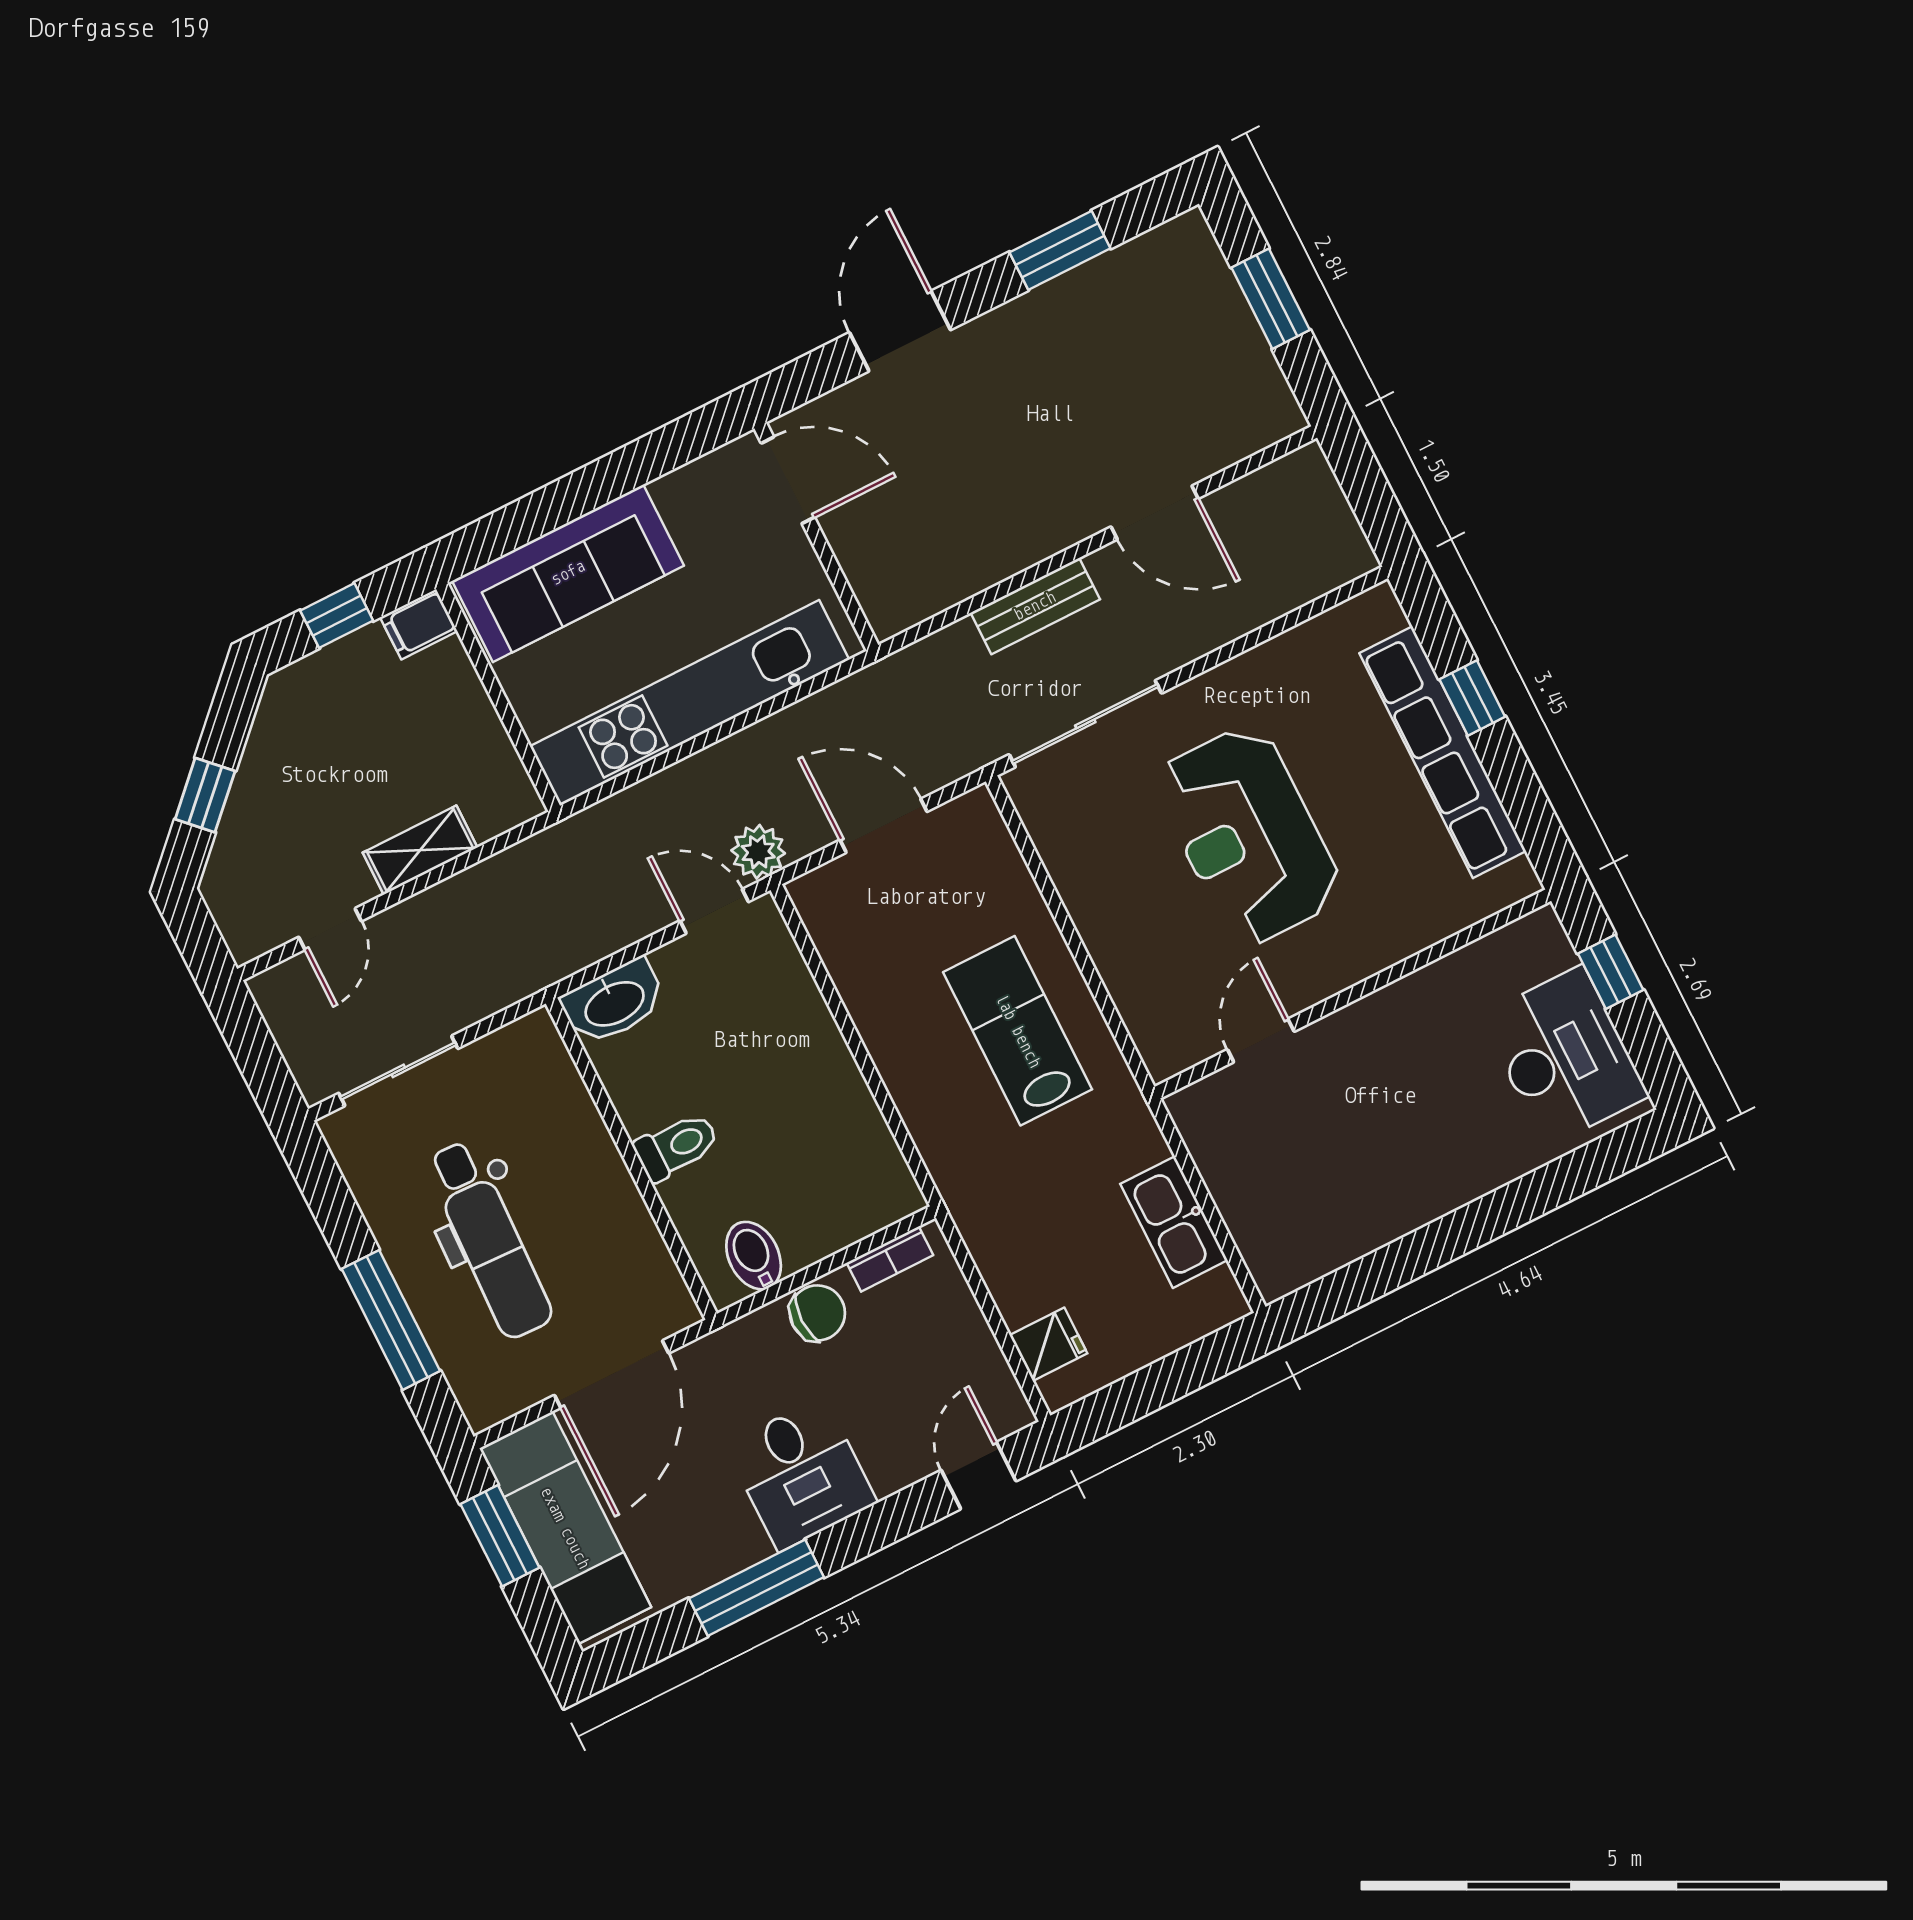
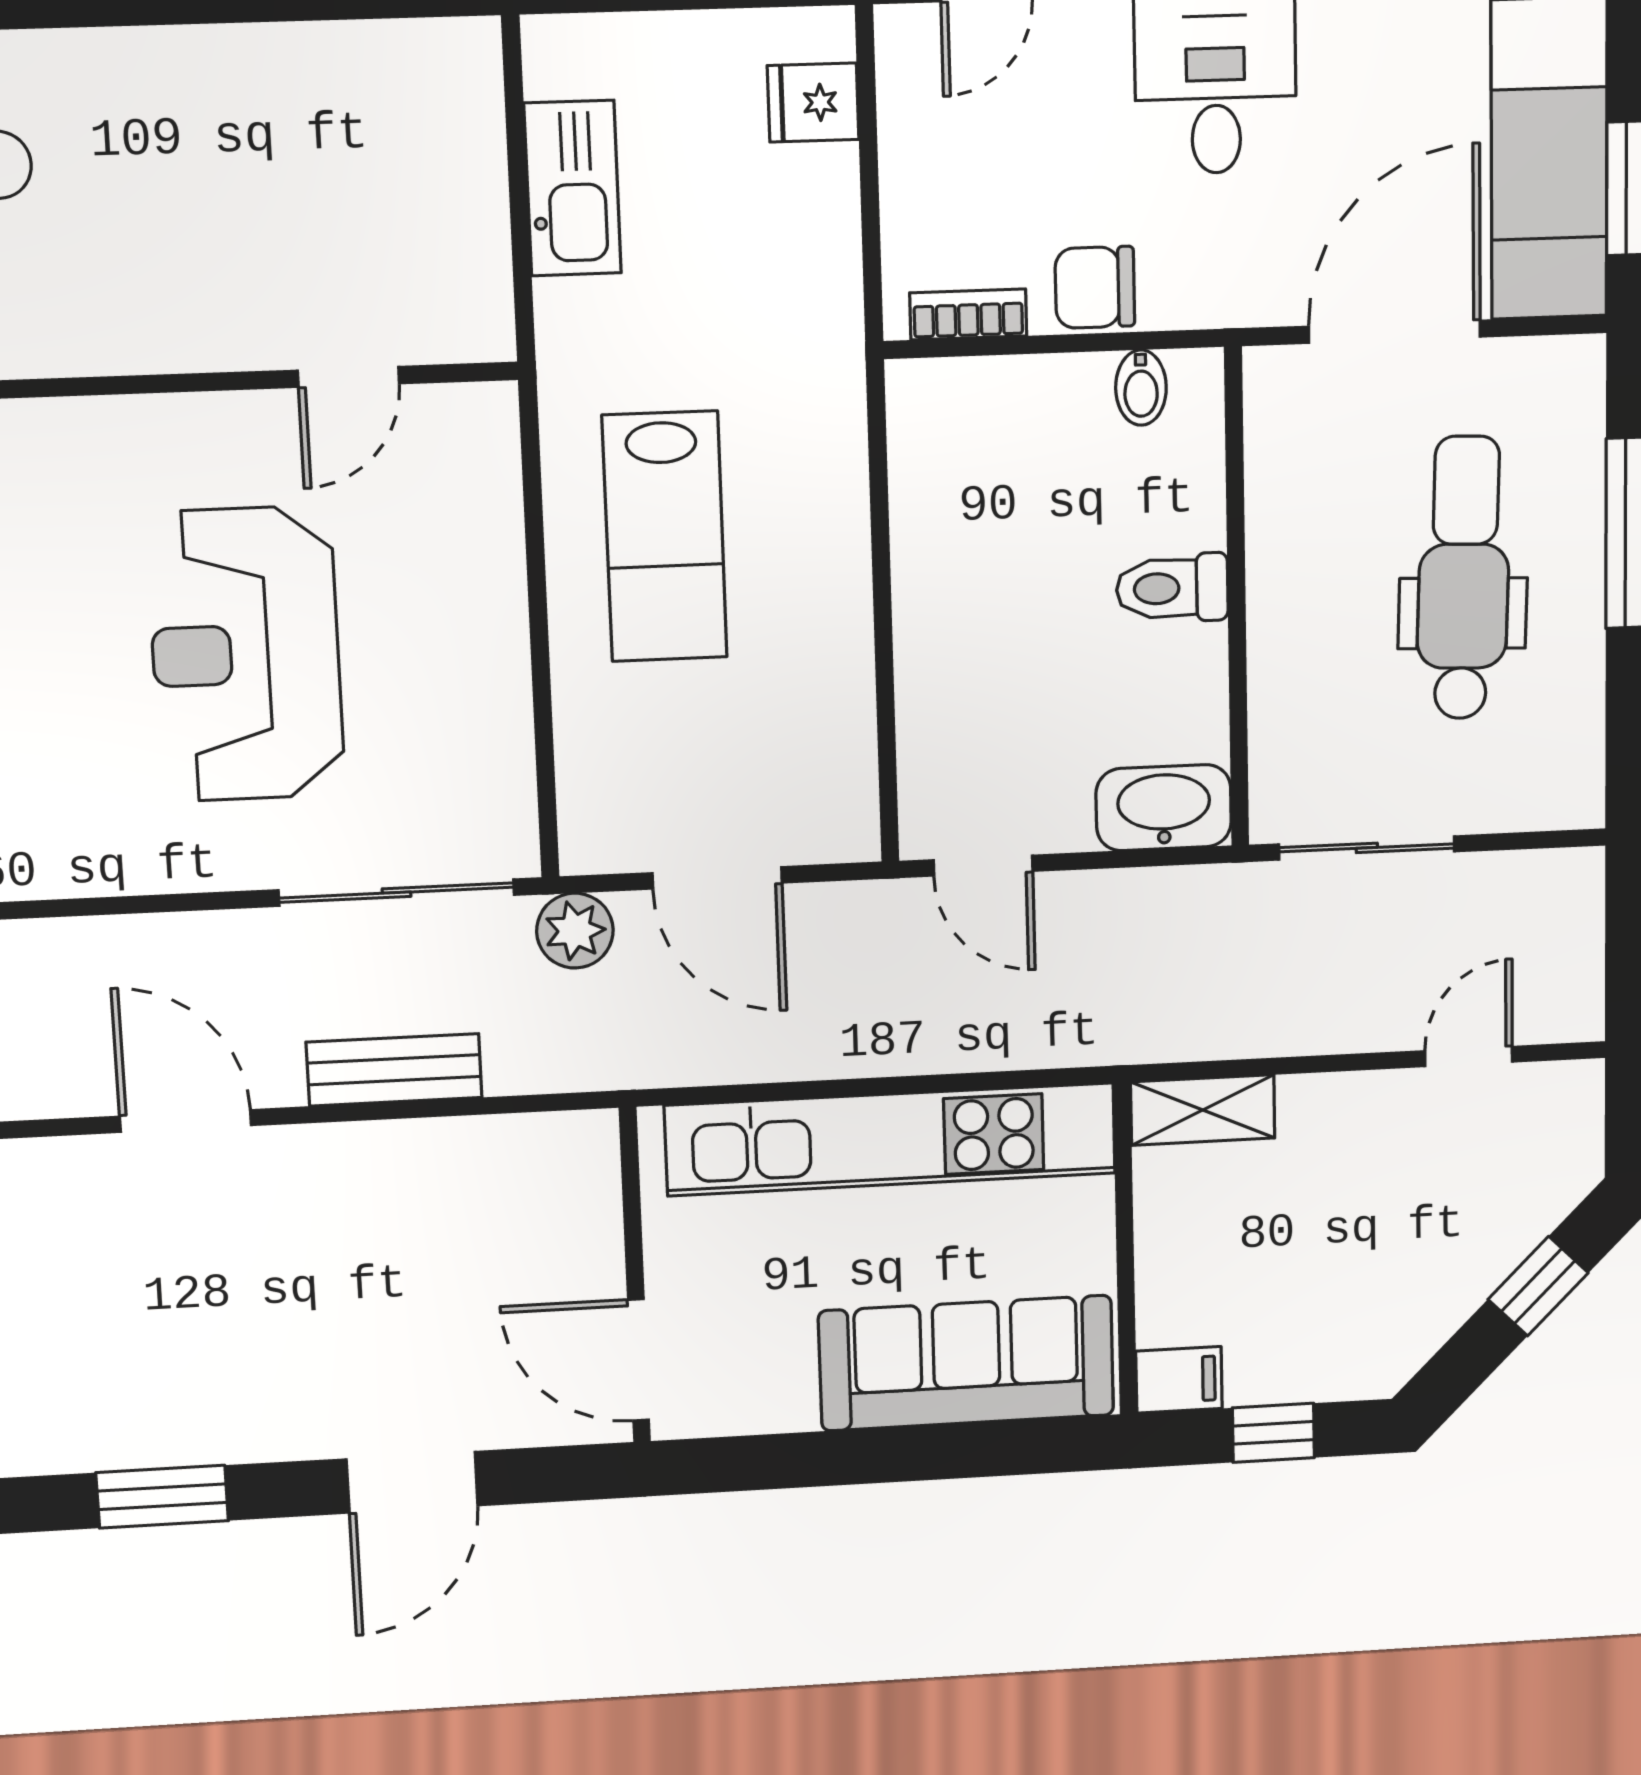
reception desk: (1248, 835) -> (246, 654), turned 180
shelving: (420, 850) -> (1203, 1110), moved
plant: (758, 852) -> (575, 931), moved
sliding door: (398, 1071) -> (1367, 848), moved
bidet: (754, 1256) -> (1141, 388), width x0.72, depth x0.74

